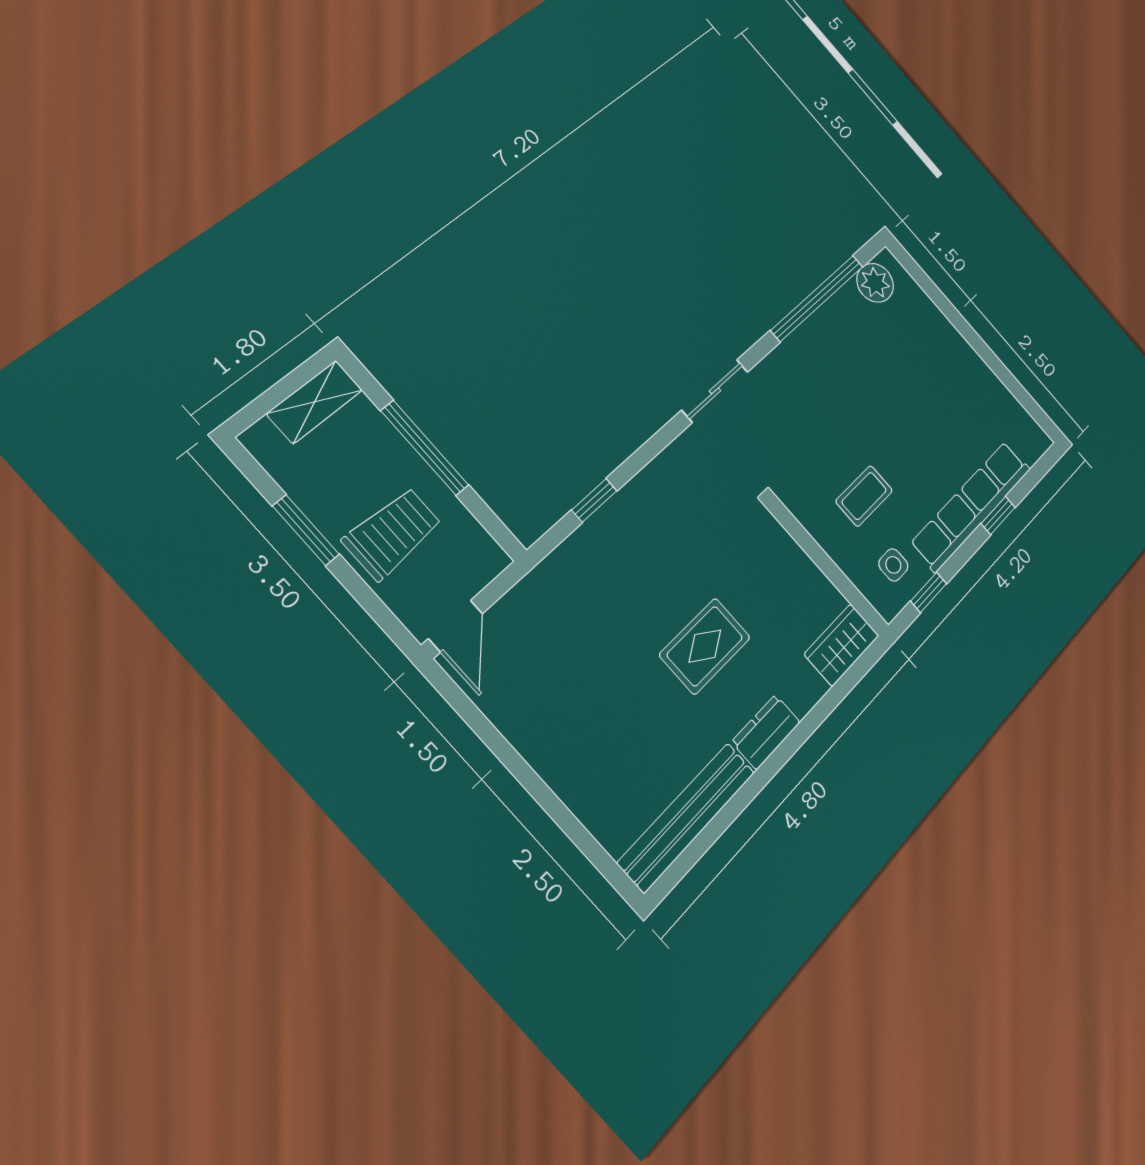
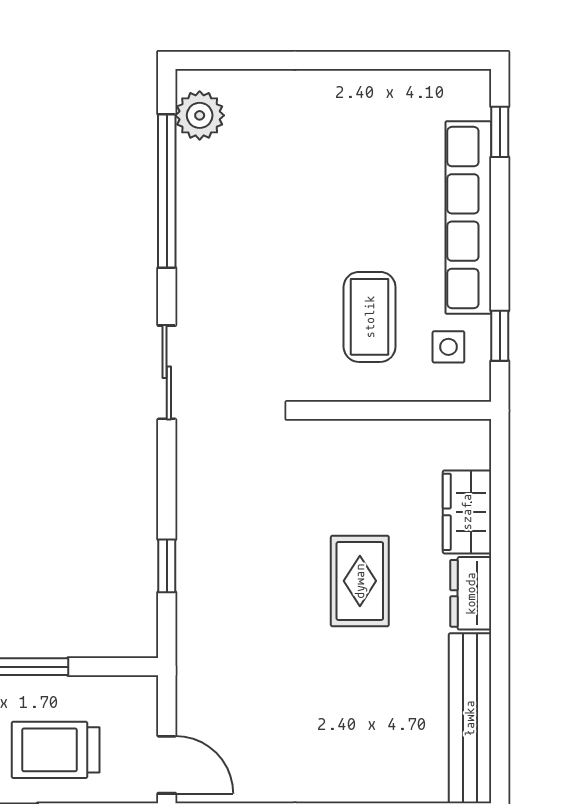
coffee table: (864, 496) -> (370, 317), width x1.36, depth x1.30
window: (998, 515) -> (500, 132), moved
trolley: (393, 533) -> (56, 750), turned -90
wardrobe: (842, 645) -> (467, 512), moved

